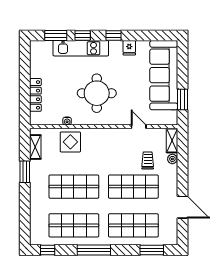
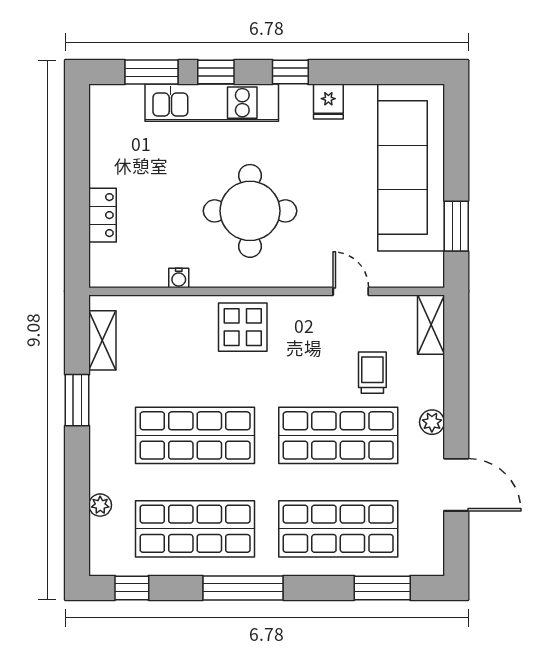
locker: (35, 95) -> (103, 215), width x0.66
display table: (70, 142) -> (243, 327), moved
plant: (172, 159) -> (432, 422), moved
plant: (34, 216) -> (100, 505), added

